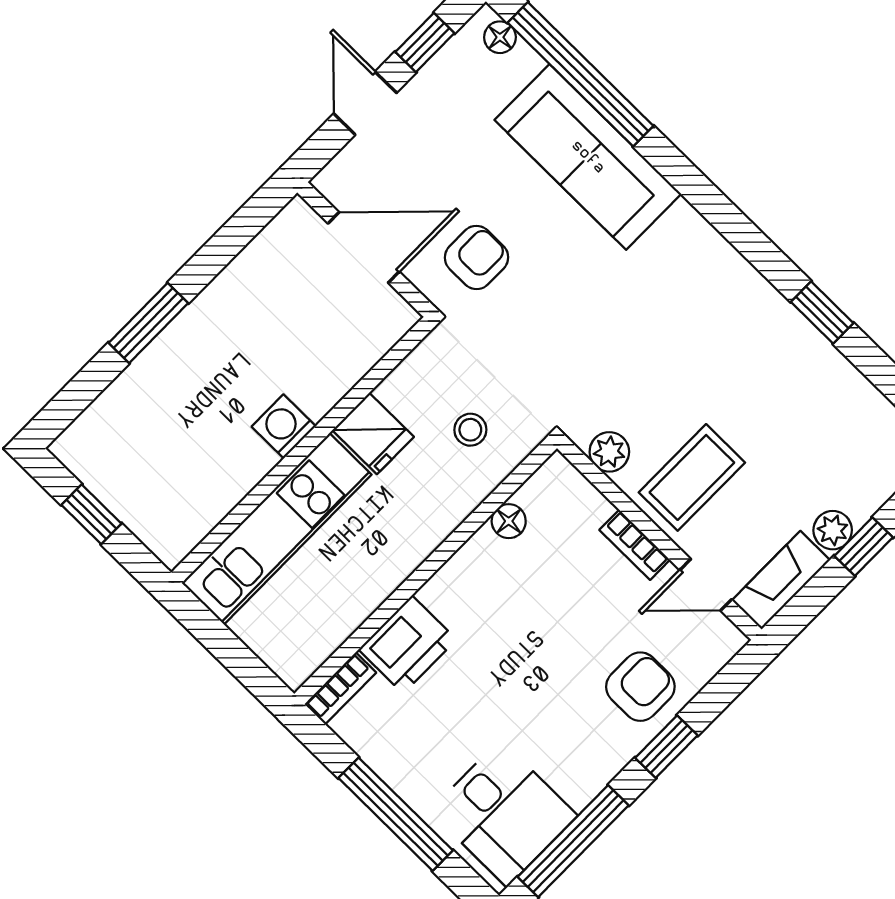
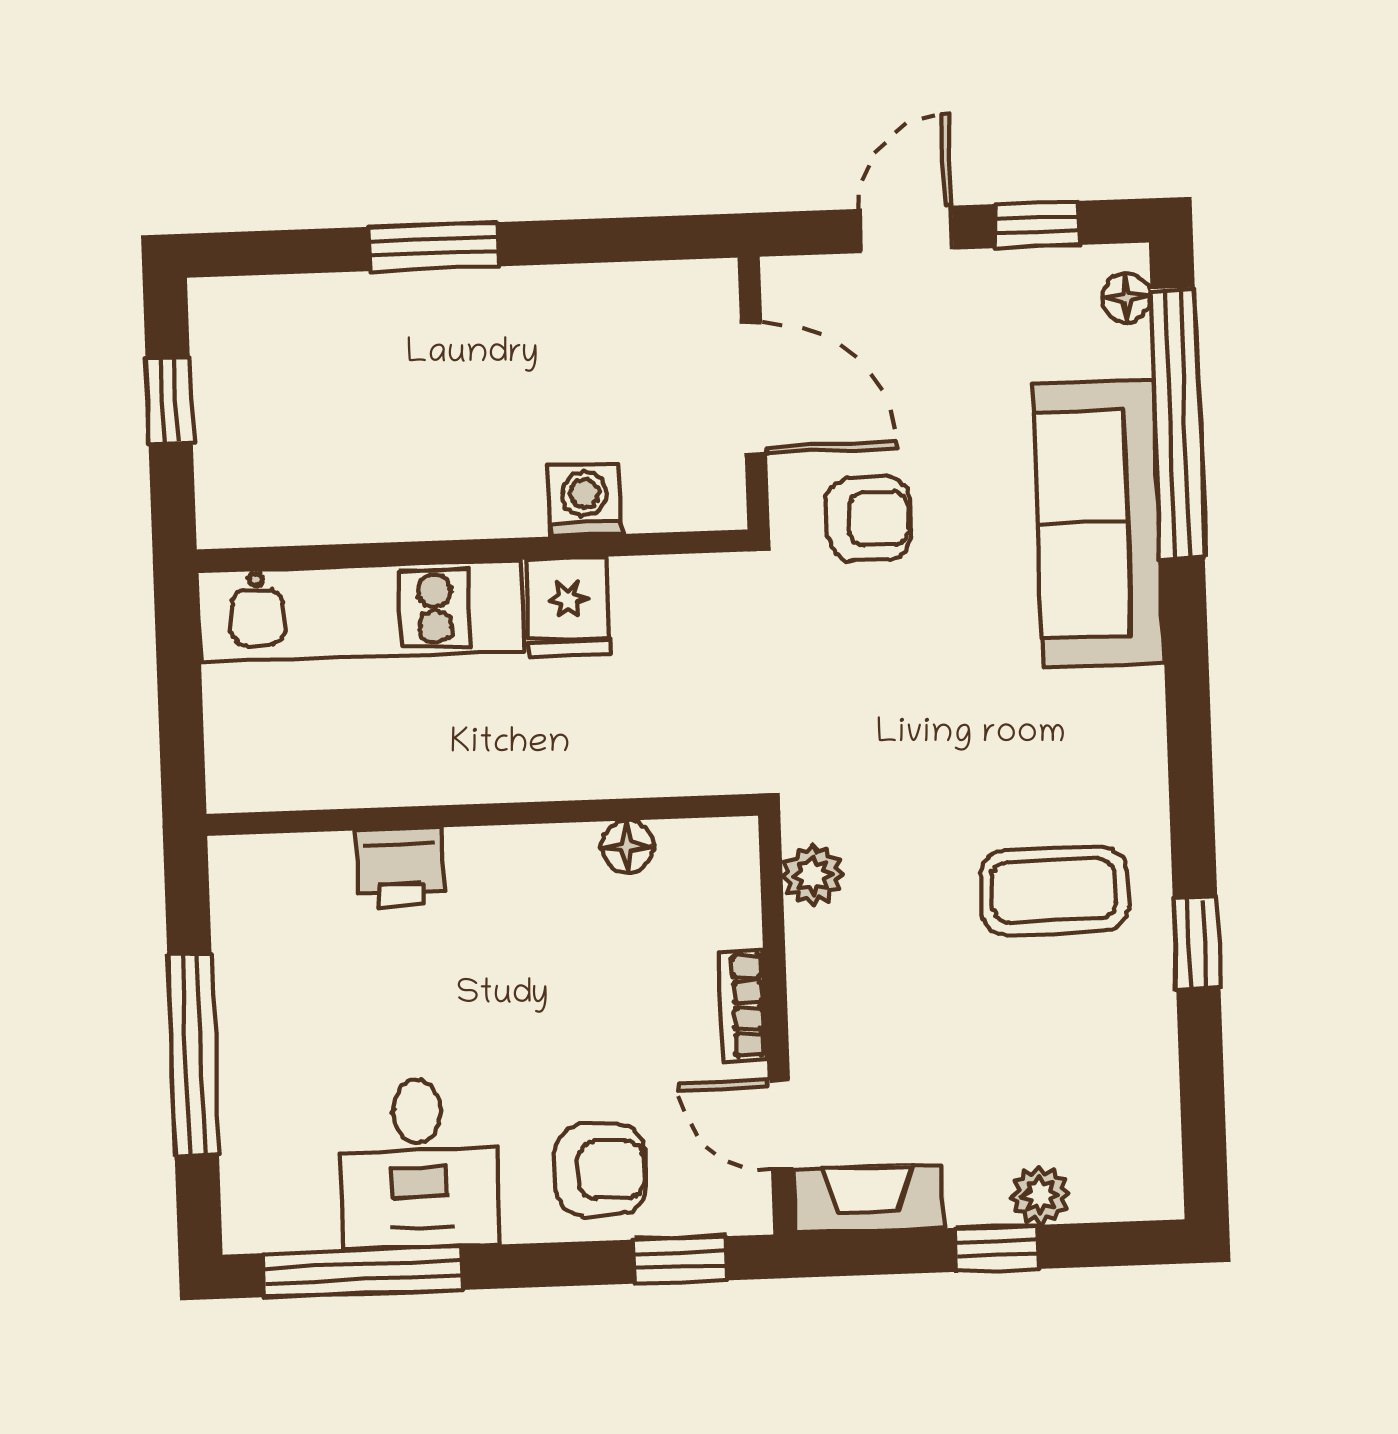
washing machine: (284, 426) -> (585, 500), moved
stool: (470, 430) -> (681, 704), removed
coffee table: (692, 477) -> (1054, 891), moved
plant: (833, 530) -> (1040, 1195), moved
printer: (408, 644) -> (400, 868), width x0.73, depth x0.81
bookcase: (340, 688) -> (264, 856), removed
window: (666, 747) -> (680, 1260), moved
desk: (504, 813) -> (419, 1164), moved

